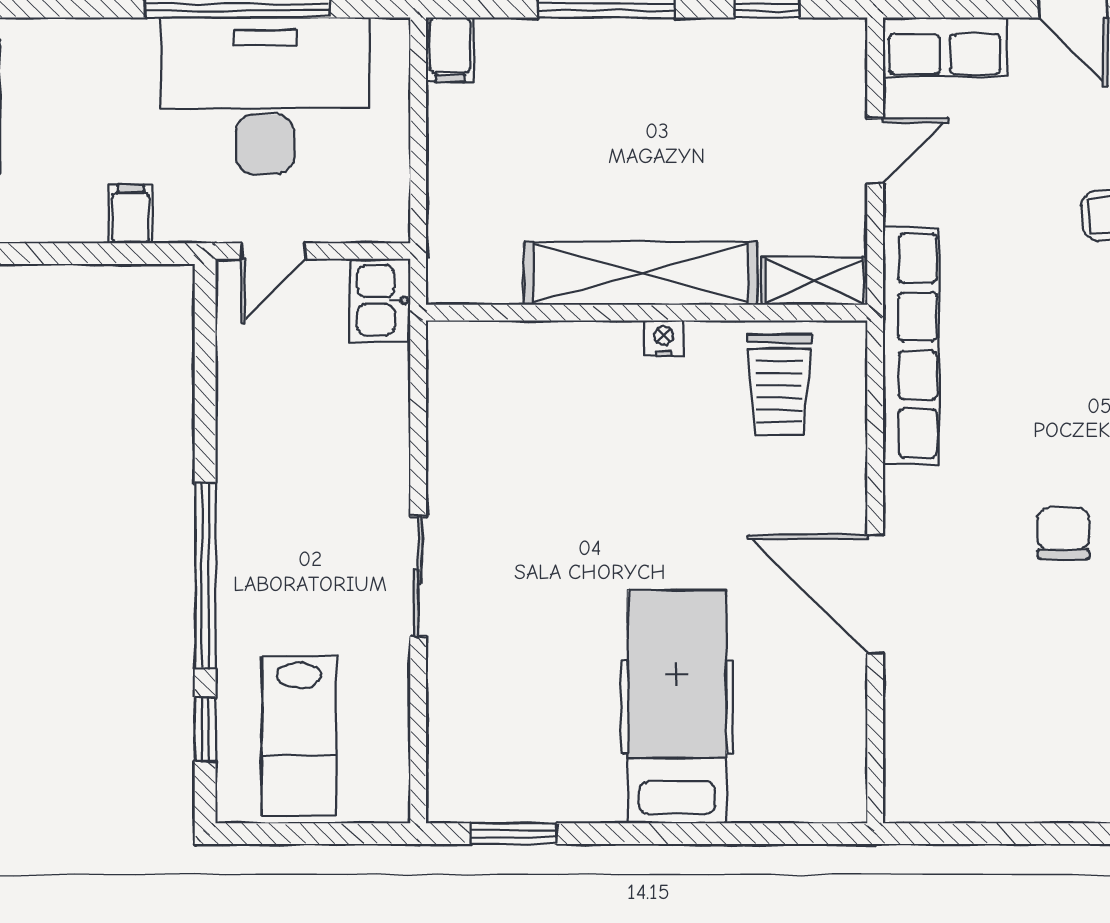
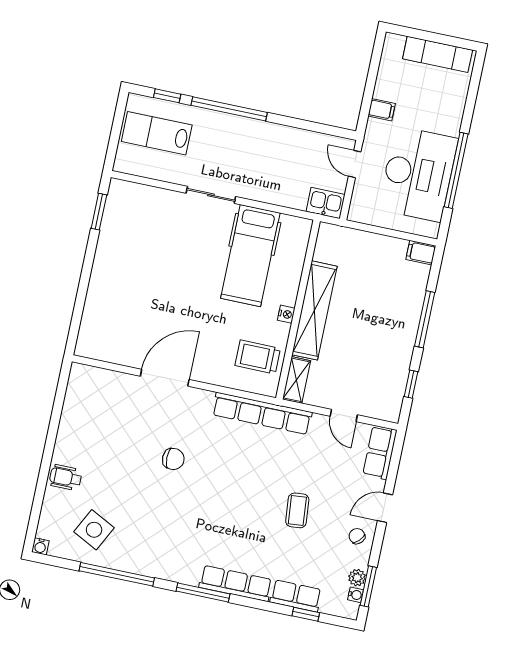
hospital bed: (677, 707) -> (250, 256), moved, turned 90

